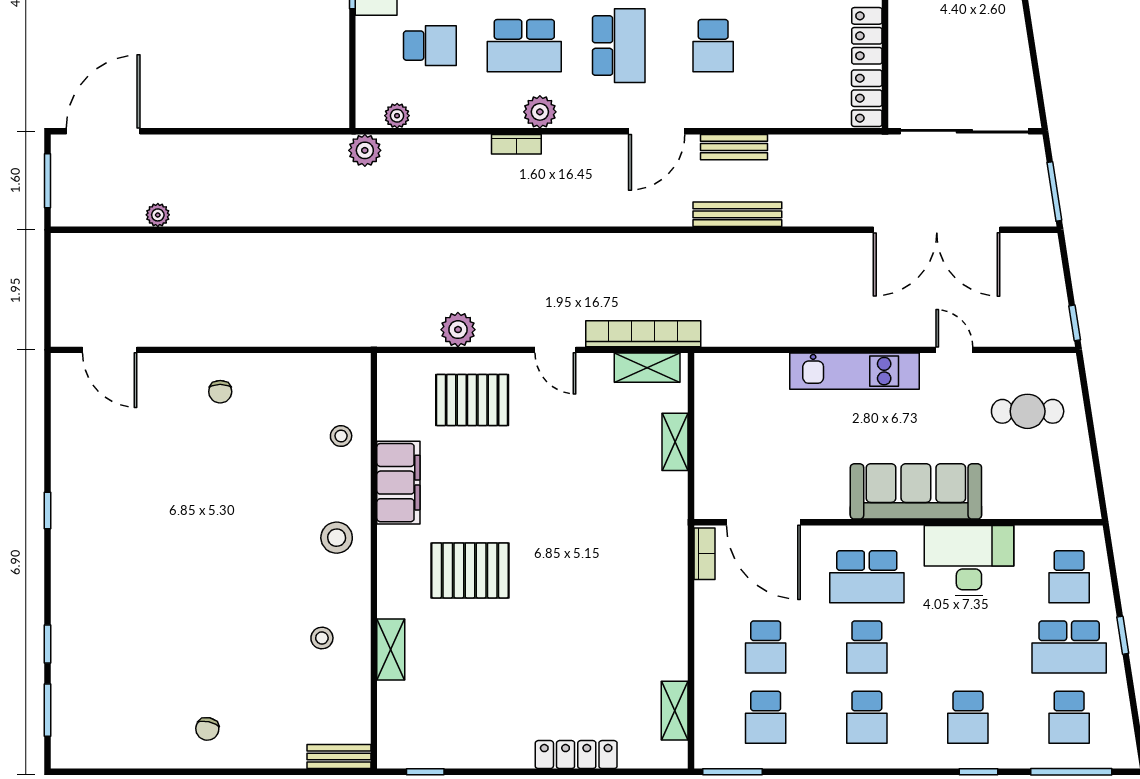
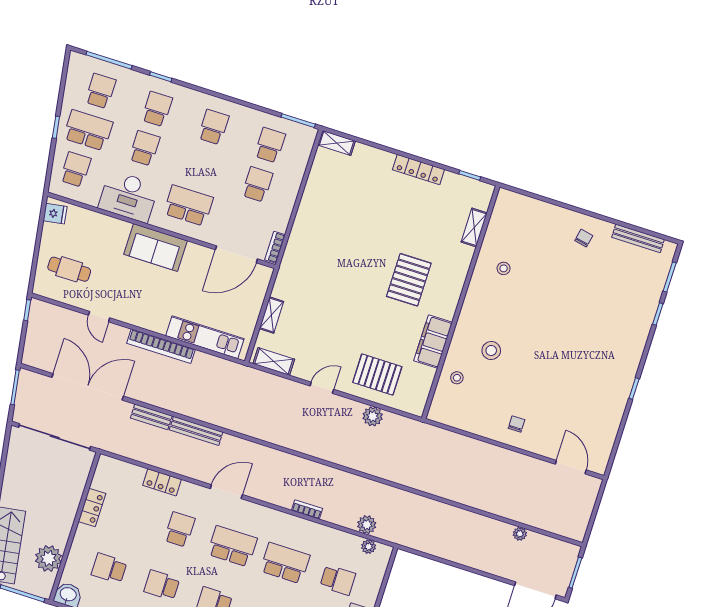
school desk: (430, 46) -> (338, 580), turned 180
school desk: (619, 46) -> (232, 546), turned 90
locker: (867, 98) -> (162, 482), moved, turned 90
plant: (540, 112) -> (288, 523), removed
bench: (734, 147) -> (151, 417), moved
plant: (365, 150) -> (367, 525), moved
bookcase: (643, 334) -> (161, 346), moved
door: (555, 350) -> (322, 388), hinge flipped
kitchen unit: (854, 371) -> (205, 337), moved
sofa: (916, 491) -> (155, 247), width x0.73
fridge: (1079, 494) -> (55, 214), added
door: (763, 522) -> (236, 254), swing flipped
stool: (337, 538) -> (491, 350), moved
pallet: (470, 570) -> (409, 280), turned 90
school desk: (867, 647) -> (144, 148), moved
shelving: (391, 650) -> (474, 227), moved
shelving: (675, 711) -> (337, 143), moved, turned 90
locker: (576, 755) -> (418, 170), moved
bench: (339, 756) -> (638, 238), moved, width x1.36

